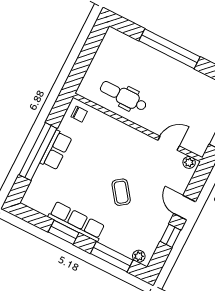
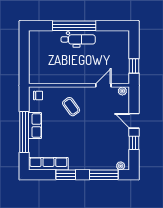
dental chair: (123, 96) -> (78, 39), moved, turned 180
coffee table: (121, 192) -> (71, 107), moved
row of seats: (77, 221) -> (48, 164), moved

